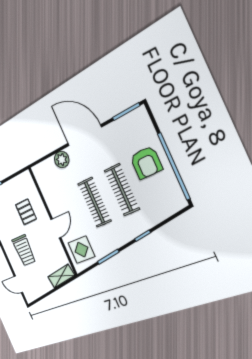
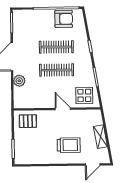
armchair: (146, 163) -> (64, 19), moved
pallet: (26, 212) -> (28, 121), moved
shelving: (61, 276) -> (100, 137), moved

